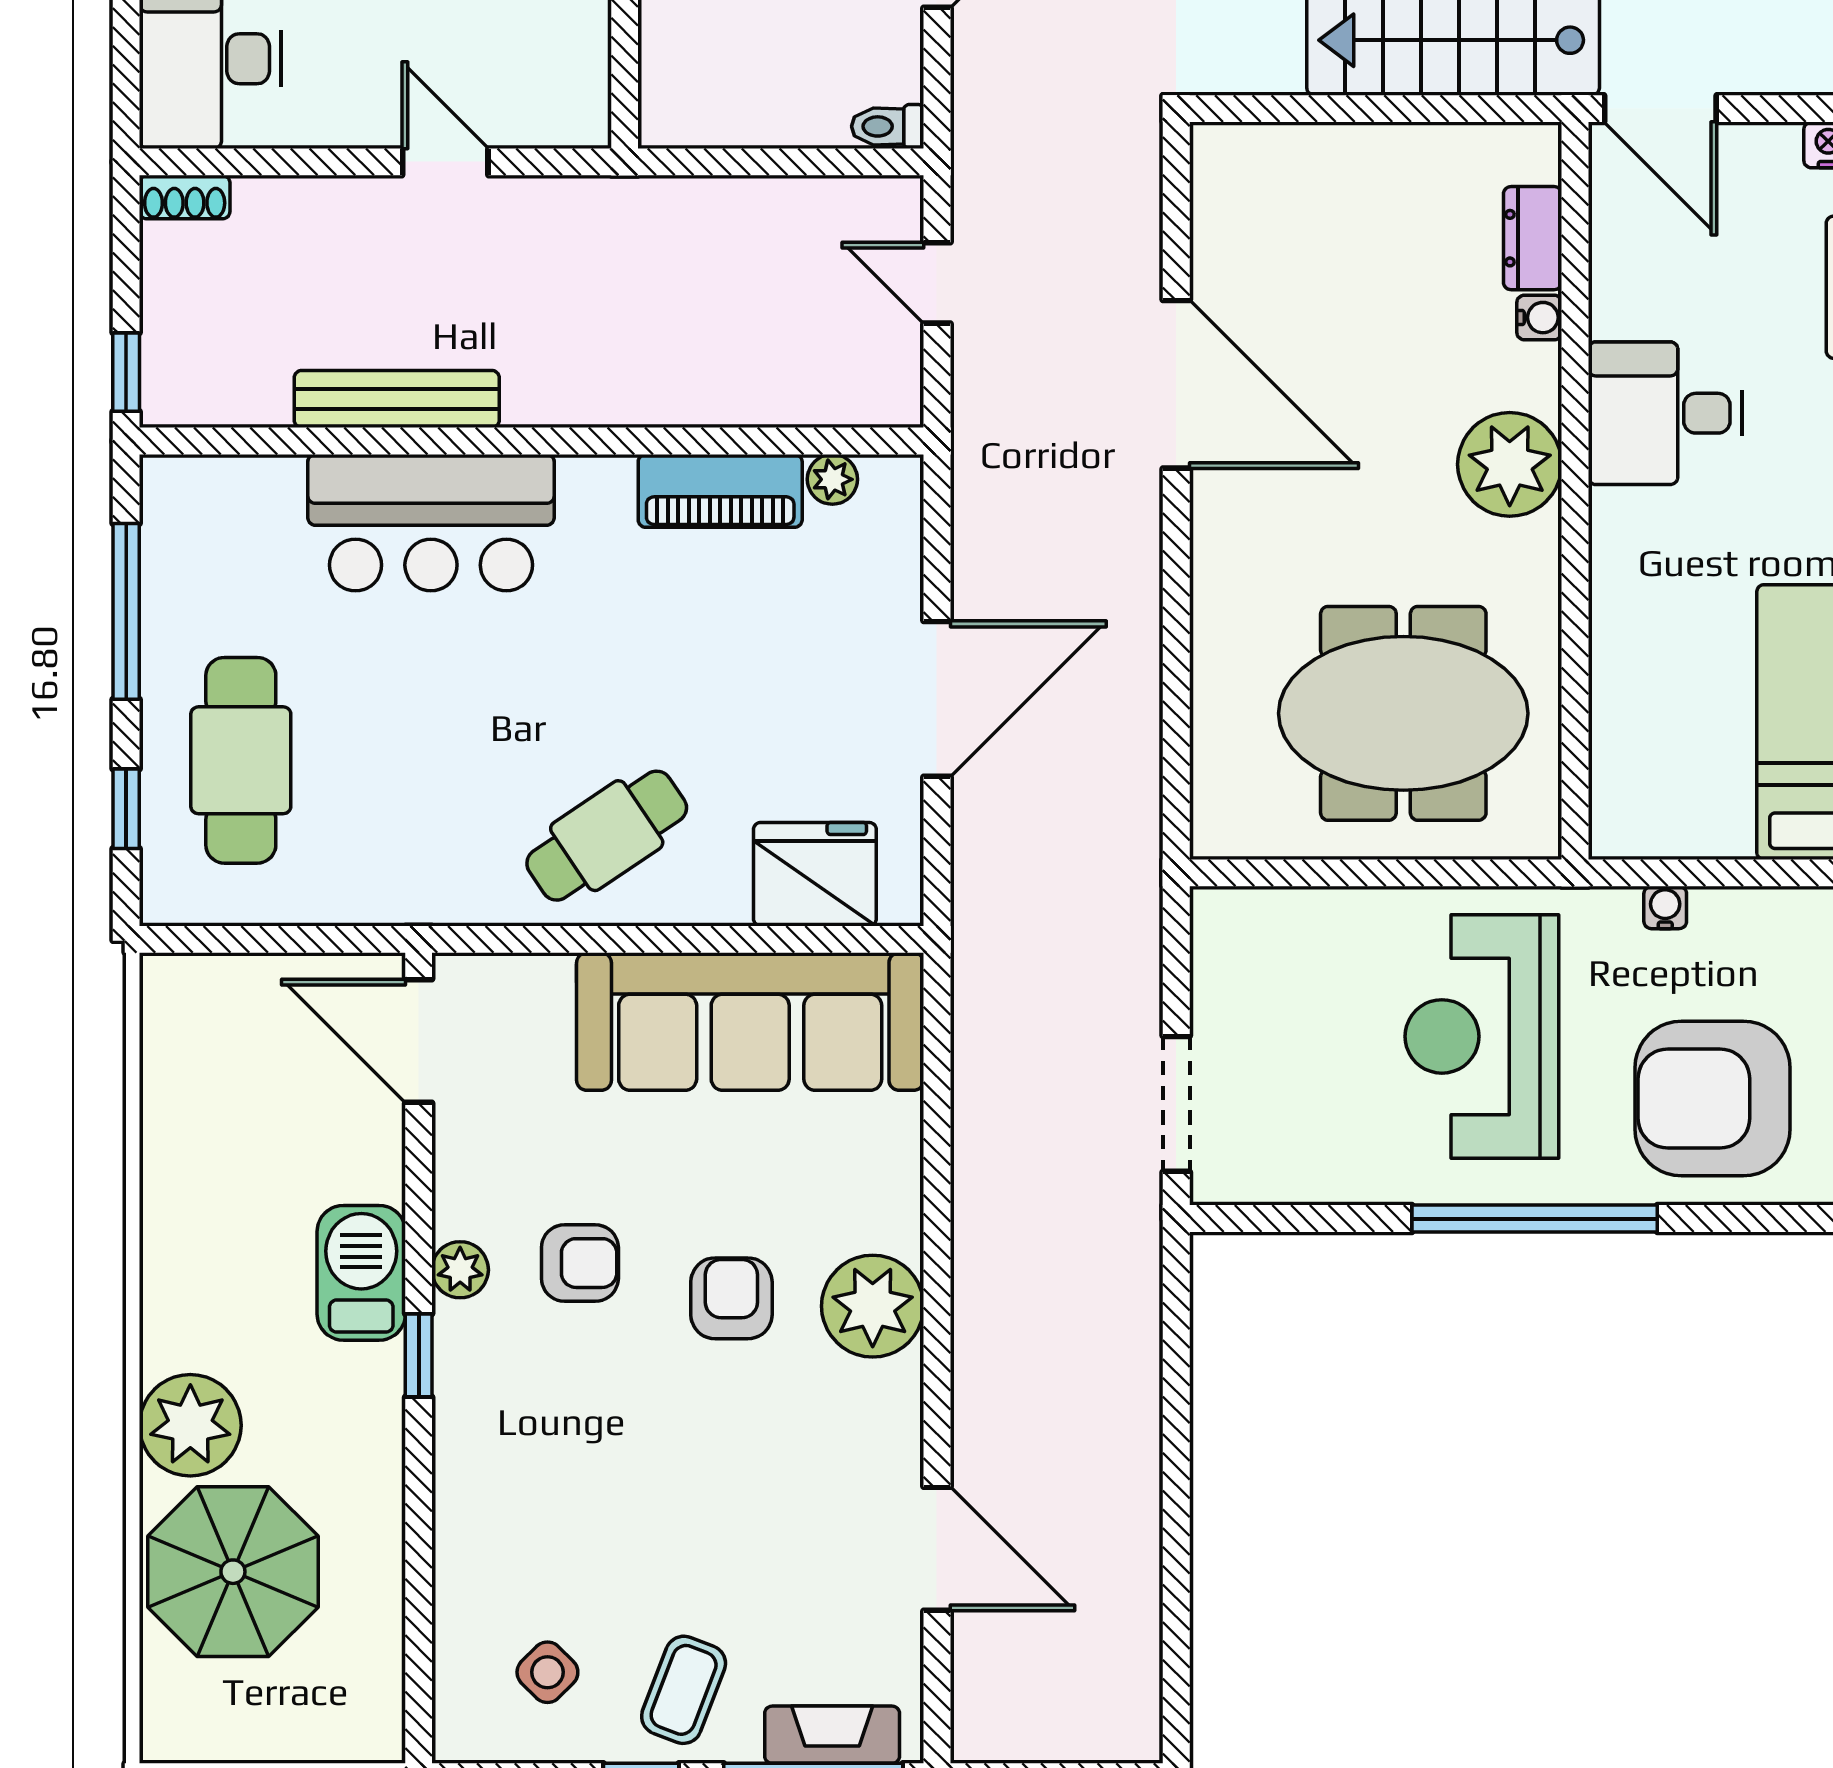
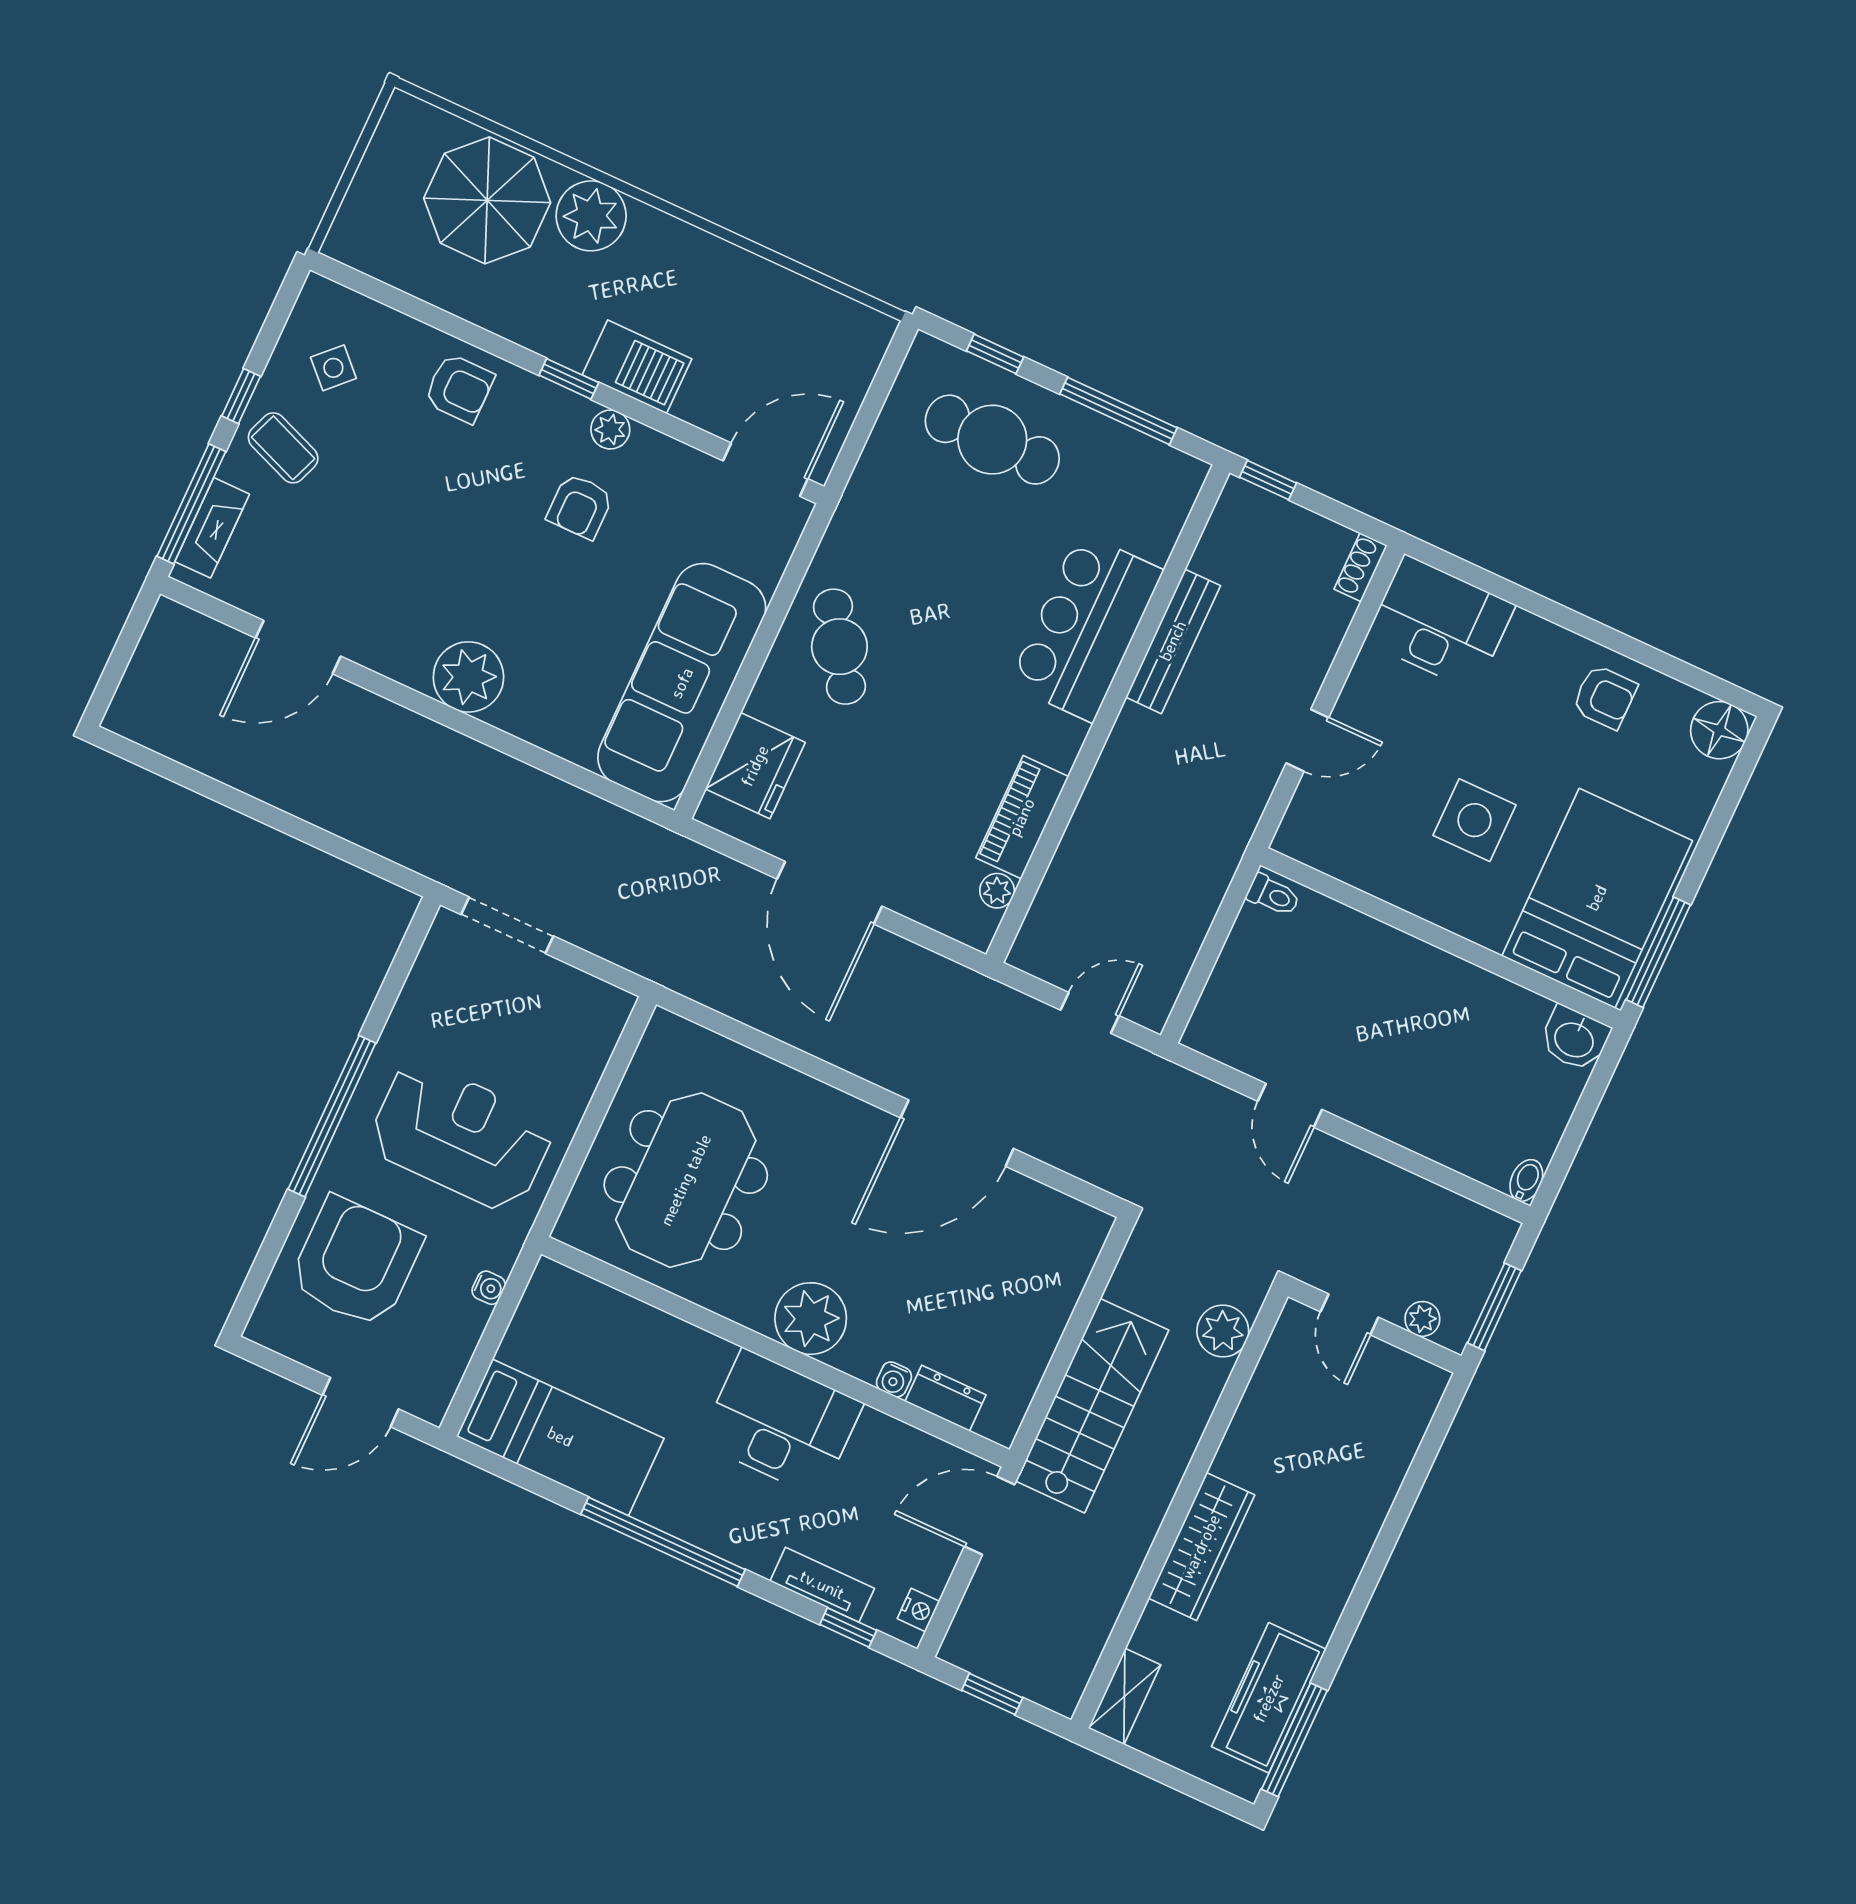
toilet: (888, 126) -> (1273, 895), moved, turned 90
desk: (1665, 413) -> (781, 1423), width x1.37
armchair: (731, 1298) -> (459, 388), moved

